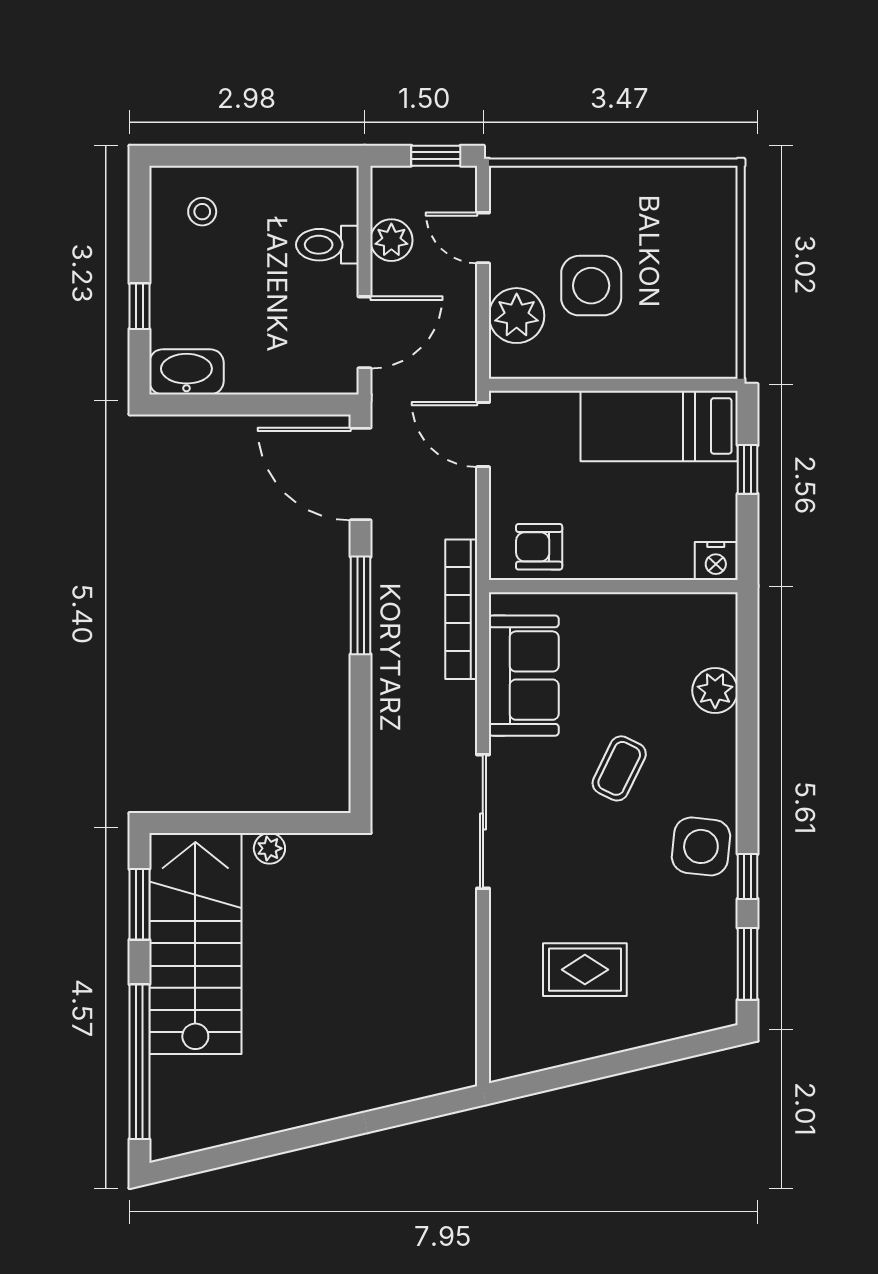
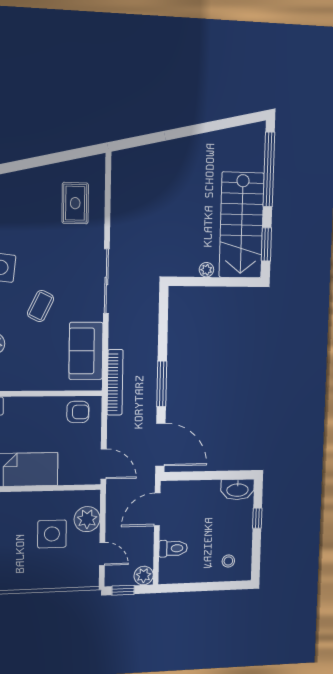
plant: (391, 240) -> (144, 576), moved
rug: (585, 970) -> (75, 203), moved, turned 90

